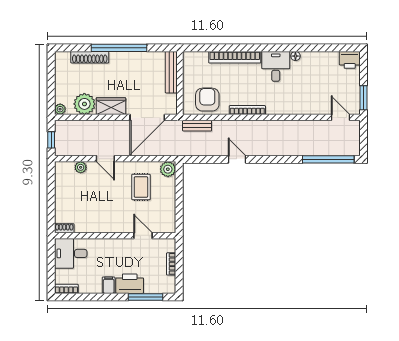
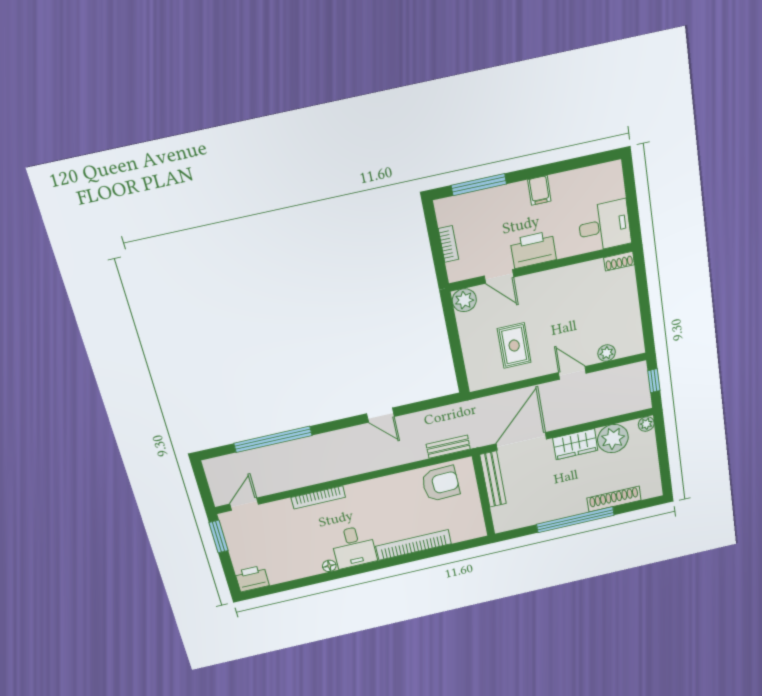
bench: (171, 72) -> (493, 479), moved
armchair: (207, 100) -> (441, 484), turned -92
bookcase: (247, 110) -> (318, 497), moved
door: (341, 117) -> (244, 504), swing flipped
window: (328, 159) -> (273, 439), moved
plant: (168, 169) -> (464, 300), moved
printer: (130, 284) -> (533, 250), moved, turned 180
bookcase: (66, 289) -> (604, 170), removed

